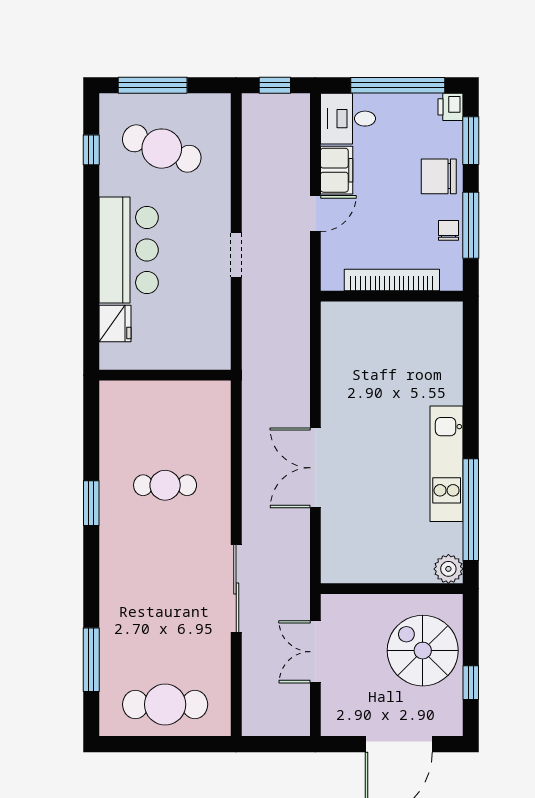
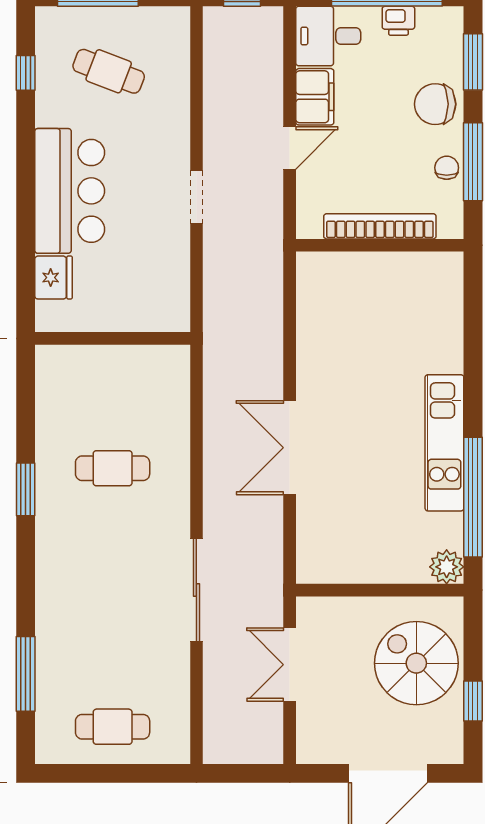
printer: (450, 107) -> (398, 21), moved, turned -90
cafe table: (162, 149) -> (109, 71), width x0.73, depth x0.74
cafe table: (165, 704) -> (113, 727), width x0.73, depth x0.74

